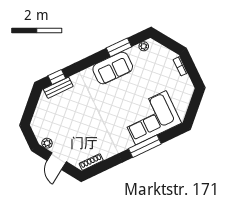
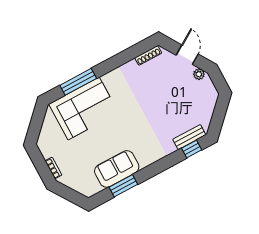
plant: (144, 46) -> (96, 188), removed
sofa: (113, 68) -> (117, 169), moved
window: (145, 146) -> (78, 82), moved

